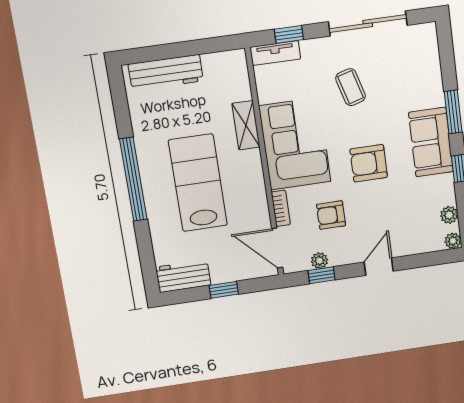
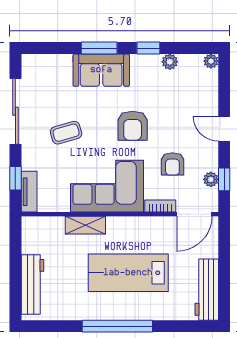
sofa: (431, 142) -> (101, 70), moved
plant: (449, 215) -> (170, 62), moved
workbench: (183, 276) -> (207, 290), width x1.37
window: (224, 290) -> (224, 265), removed

